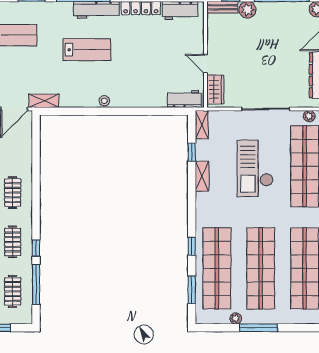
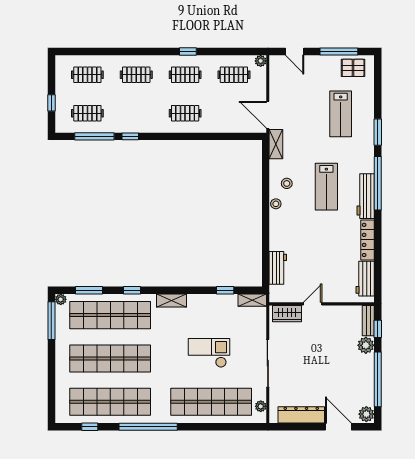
stool: (84, 90) -> (287, 183), added
workbench: (184, 99) -> (278, 268), moved
checkout: (255, 168) -> (209, 353), width x0.73, depth x0.83
shelving: (202, 176) -> (171, 300), moved
clothes rail: (13, 242) -> (136, 113), removed
plant: (236, 318) -> (61, 299), moved
window: (259, 328) -> (51, 321), moved

